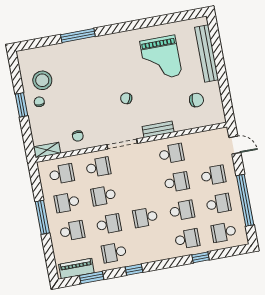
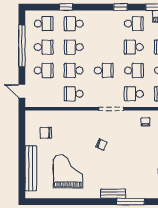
bench: (158, 129) -> (113, 194), moved
school desk: (213, 175) -> (44, 70), turned 180
school desk: (218, 204) -> (44, 47), turned 180
school desk: (145, 217) -> (104, 70), moved

